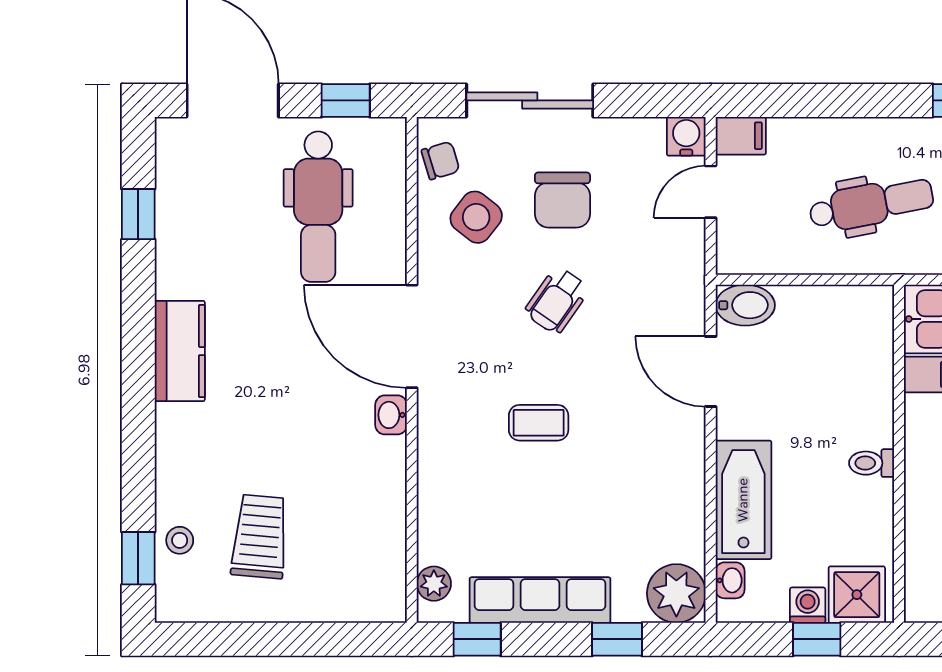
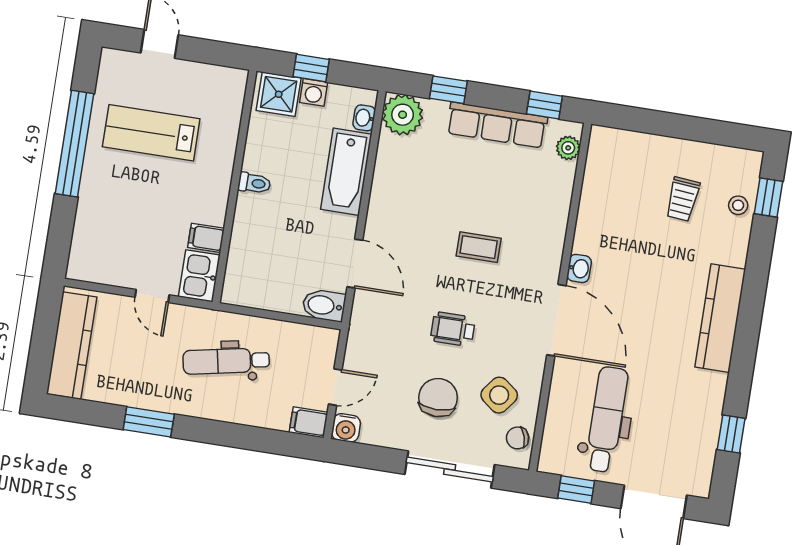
wheelchair: (557, 300) -> (453, 329), turned -125
kitchen counter: (180, 351) -> (720, 318), width x1.50
trolley: (260, 537) -> (683, 199), width x0.73, depth x0.72

